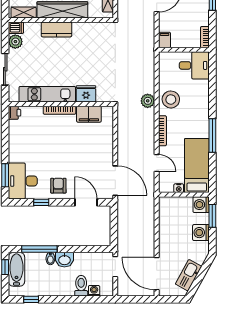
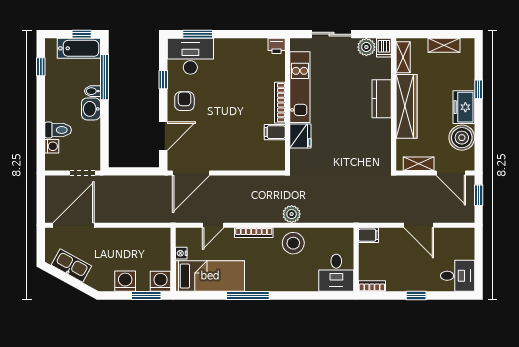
filing cabinet: (89, 114) -> (275, 132), width x0.50
armchair: (58, 186) -> (184, 101), turned -90

